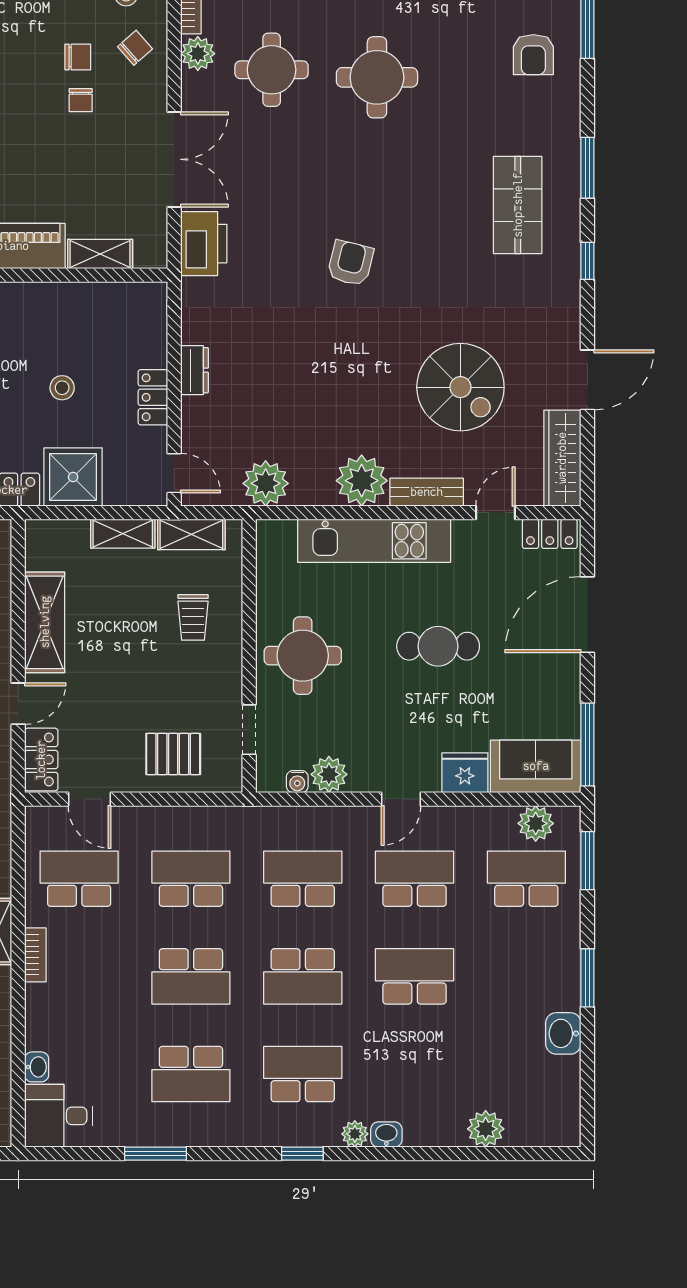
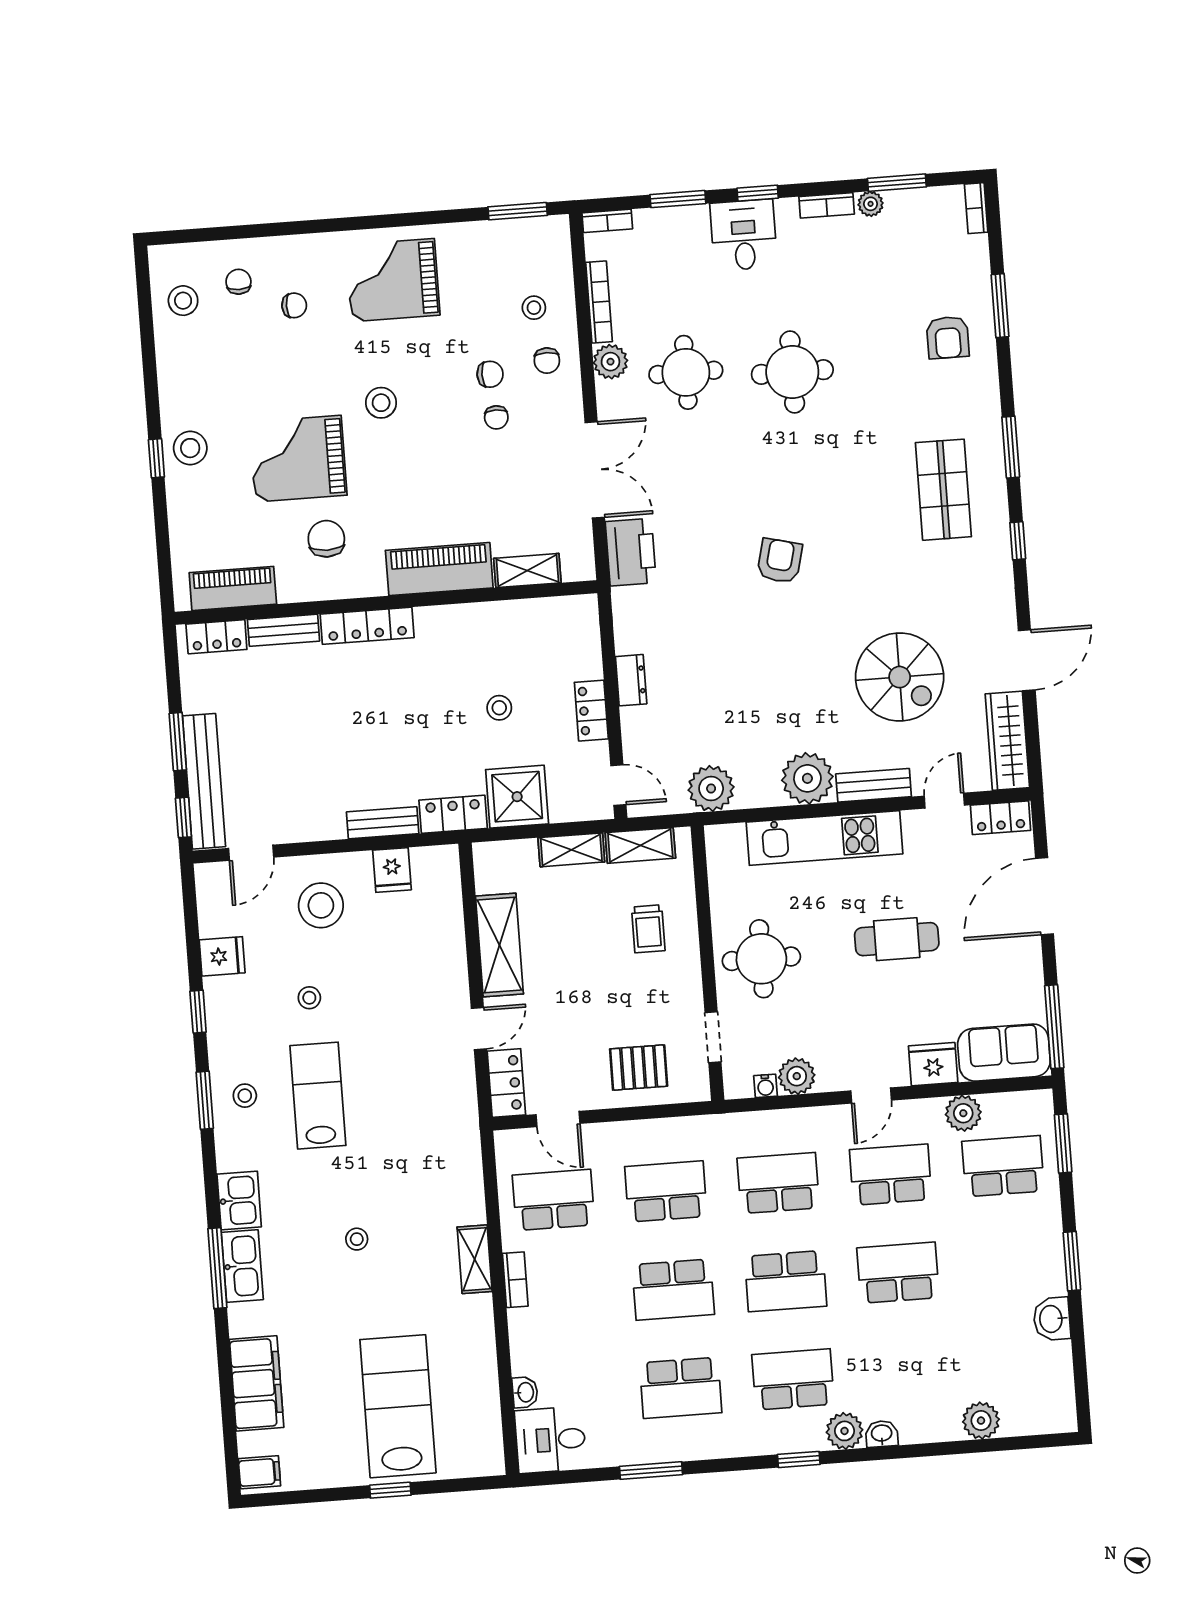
chair: (135, 48) -> (547, 361), turned 131
plant: (536, 823) -> (963, 1113), moved
plant: (355, 1134) -> (845, 1431), width x1.38, depth x1.38

